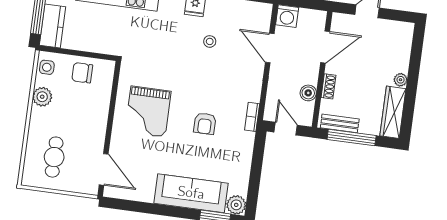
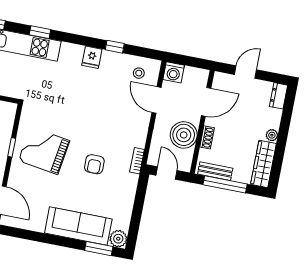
dresser: (405, 36) -> (279, 96), added
stool: (210, 41) -> (139, 73), moved
boiler: (308, 93) -> (184, 135), width x1.86, depth x1.86
window: (112, 110) -> (12, 147), added
grand piano: (148, 112) -> (44, 151), turned 99

